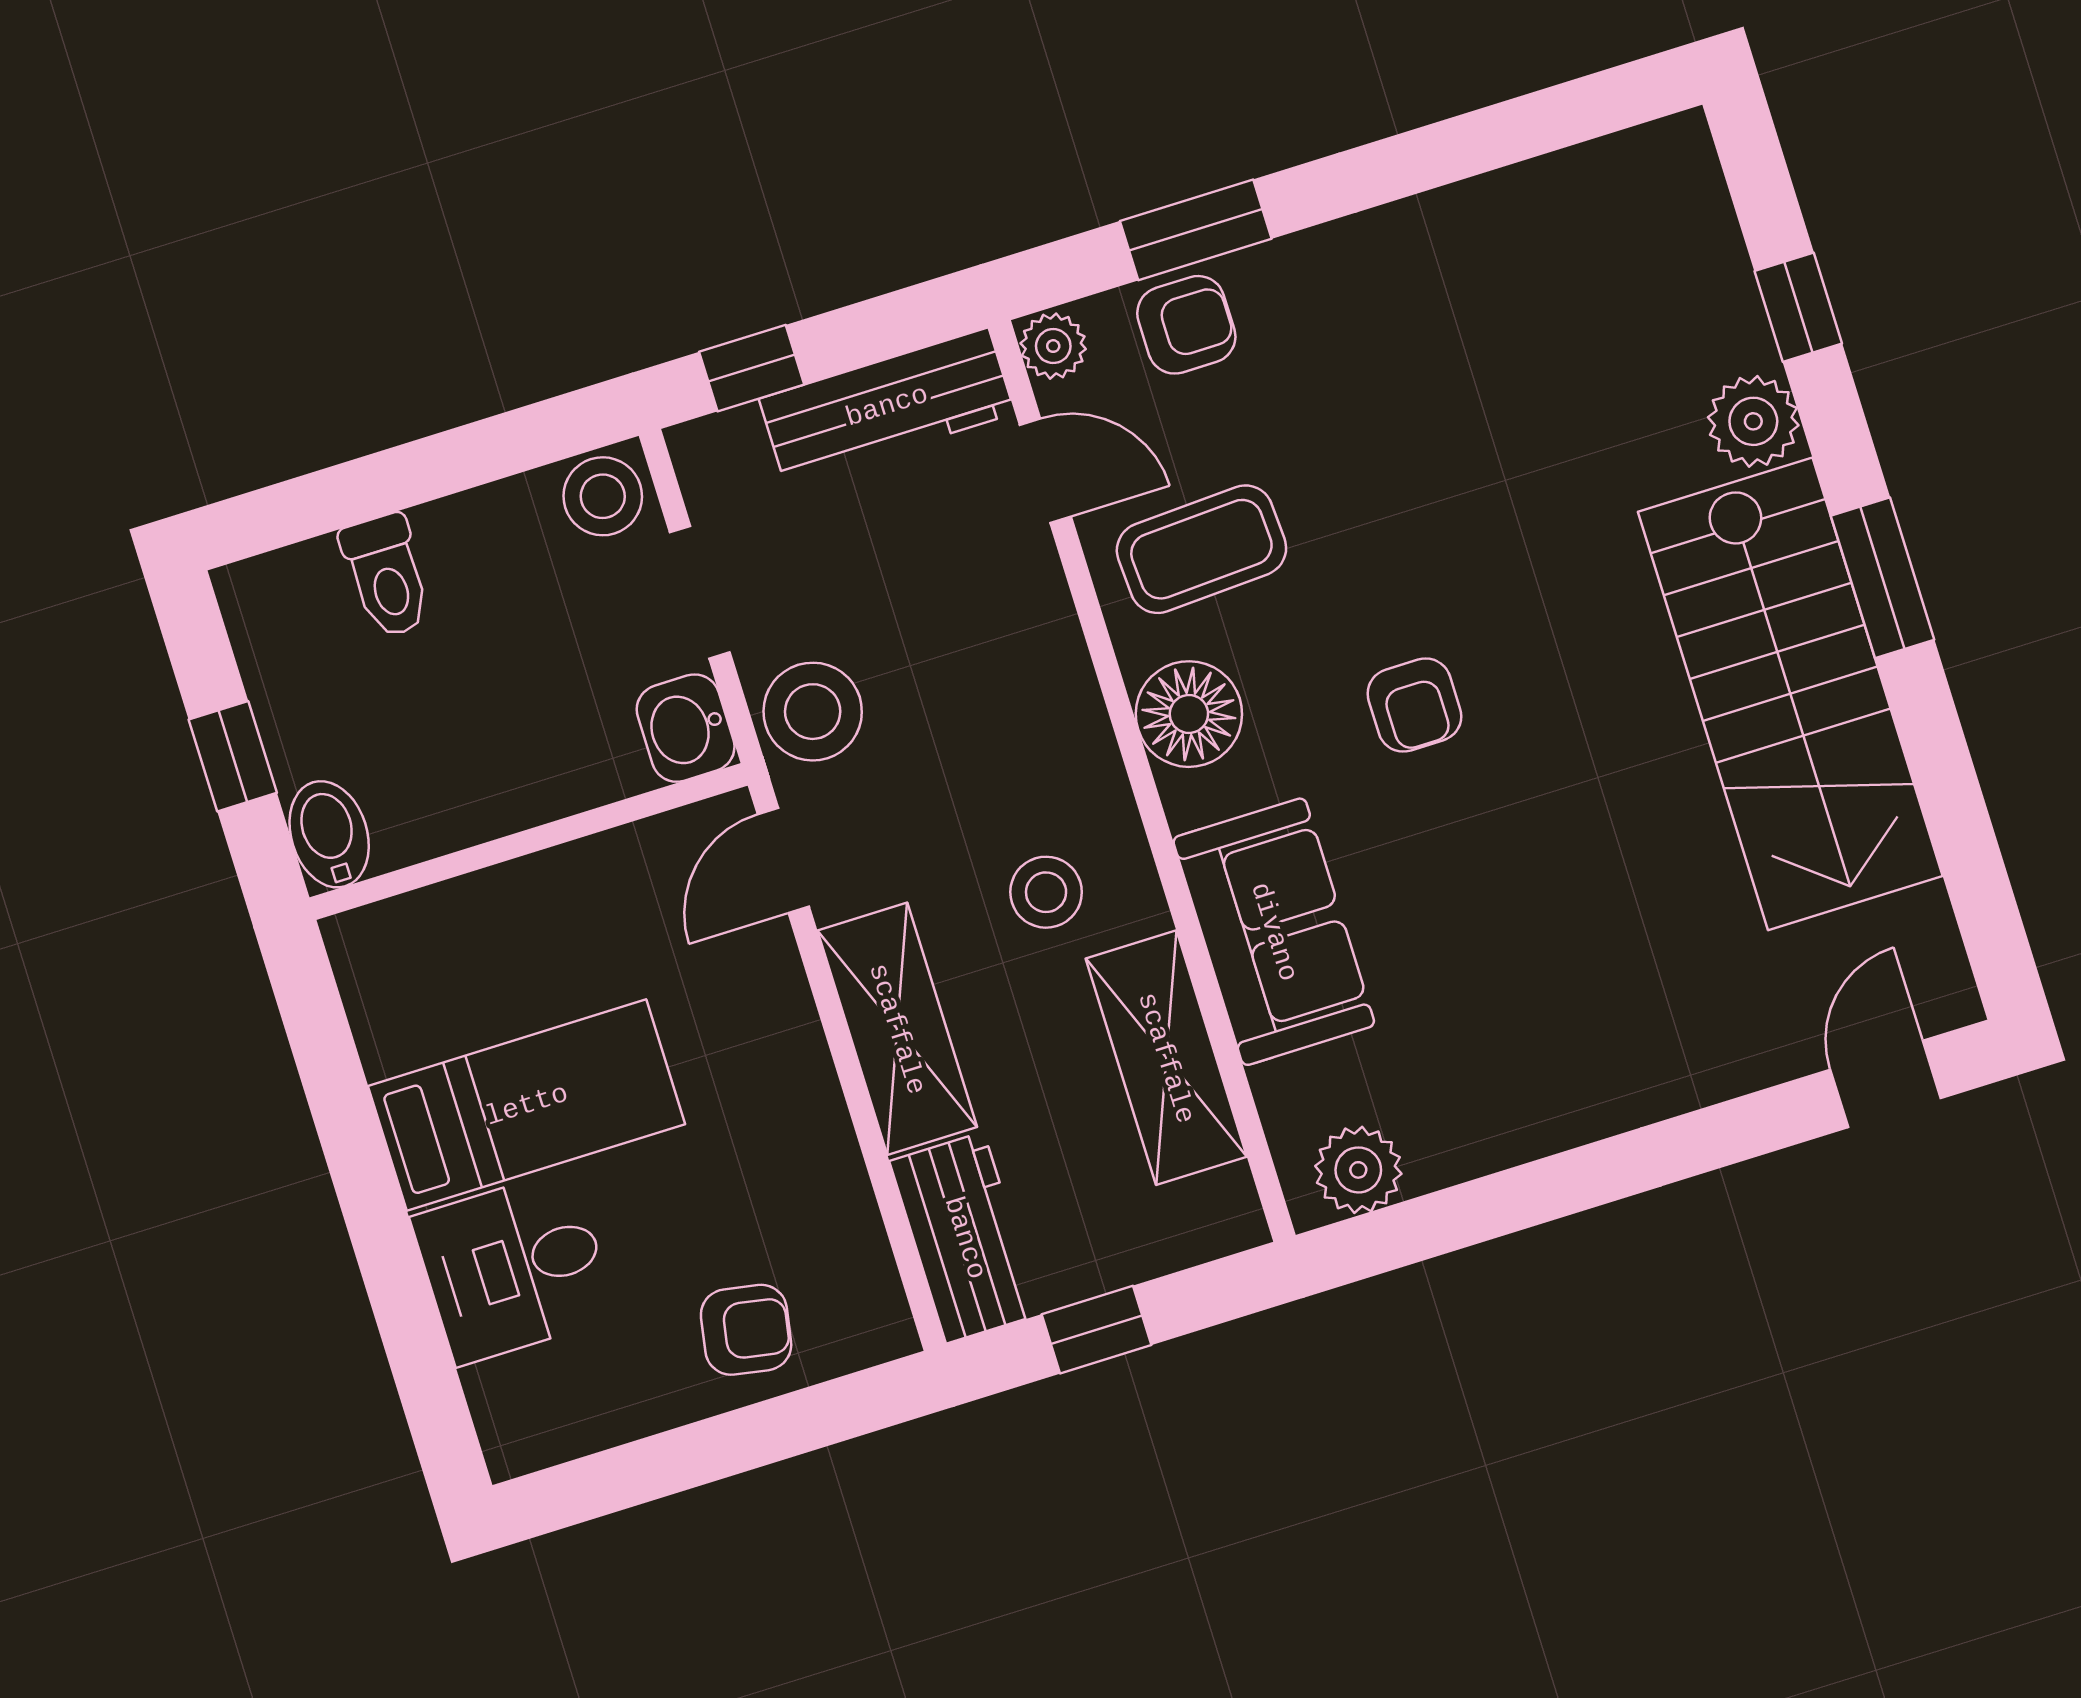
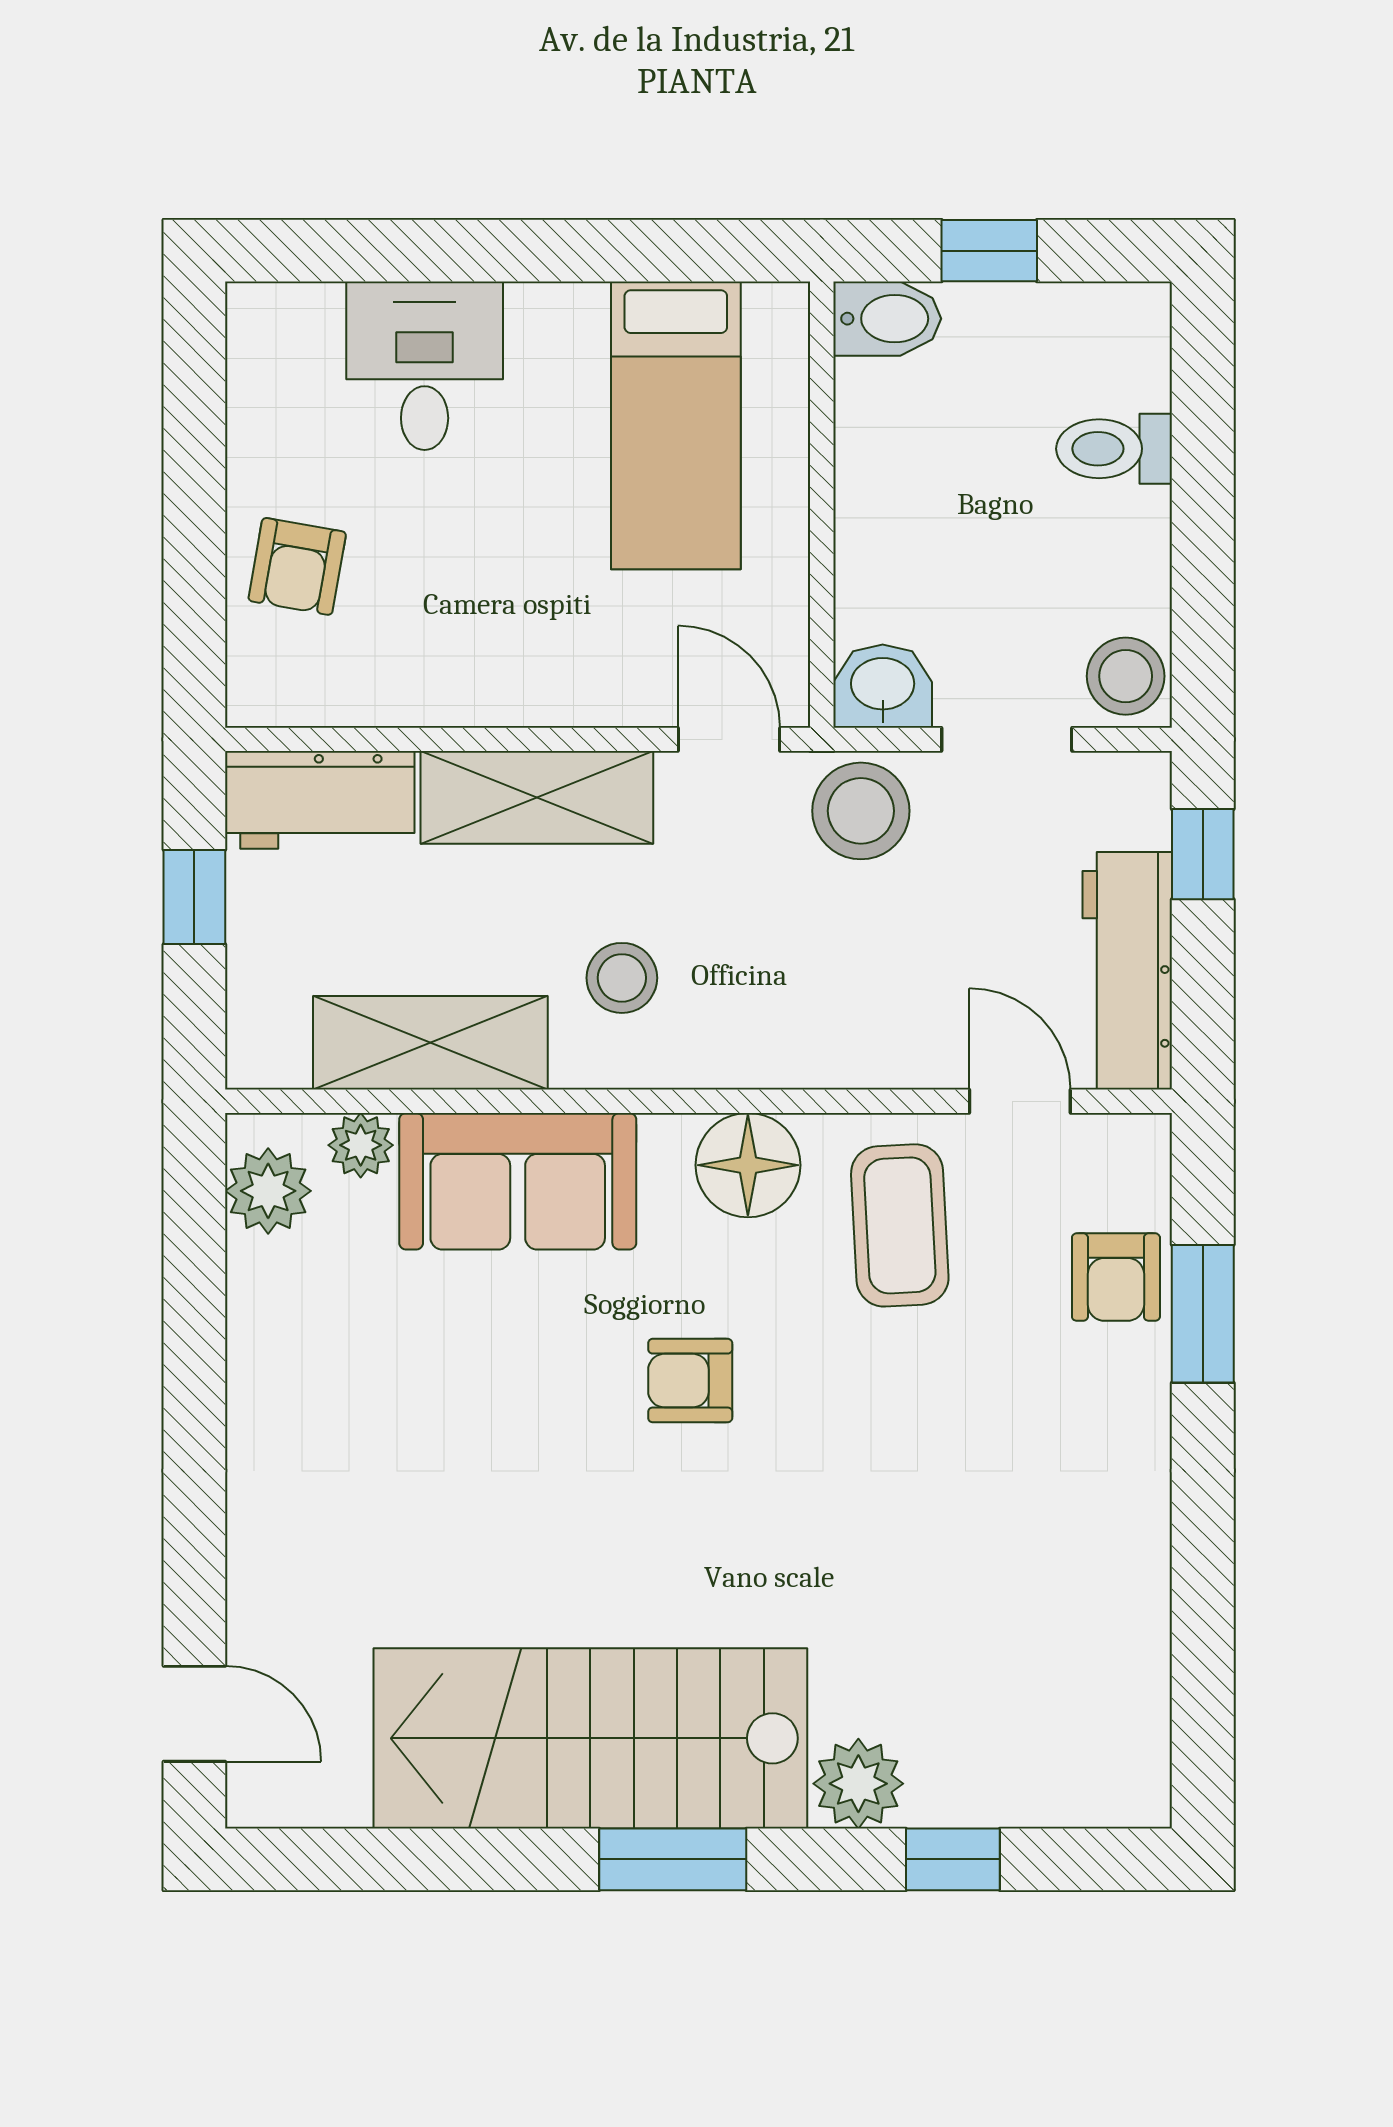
plant: (1053, 346) -> (361, 1145), moved
door: (1045, 471) -> (1020, 1101), swing flipped
bed: (527, 1105) -> (676, 425), moved

